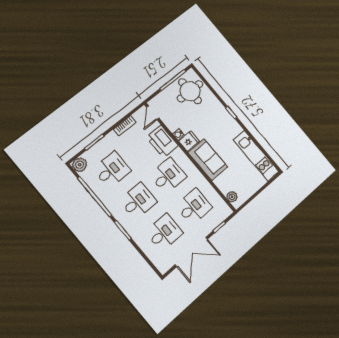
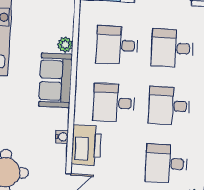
fridge: (189, 141) -> (57, 119), removed
plant: (232, 197) -> (65, 45), moved

